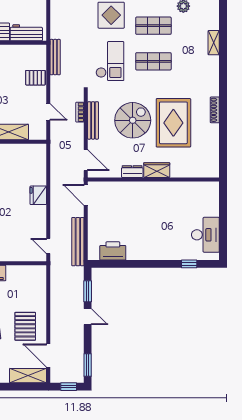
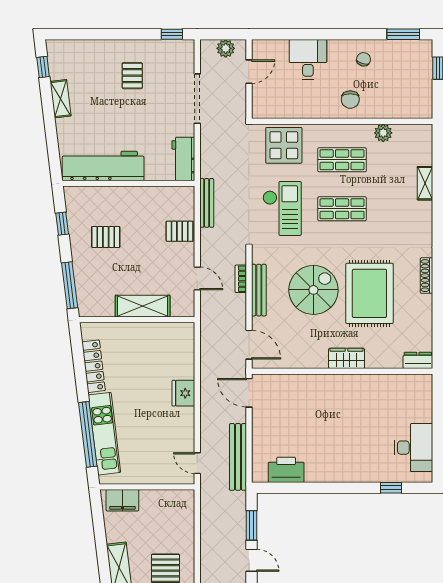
workbench: (26, 33) -> (183, 159), moved, turned -90
dresser: (132, 172) -> (418, 360), moved

